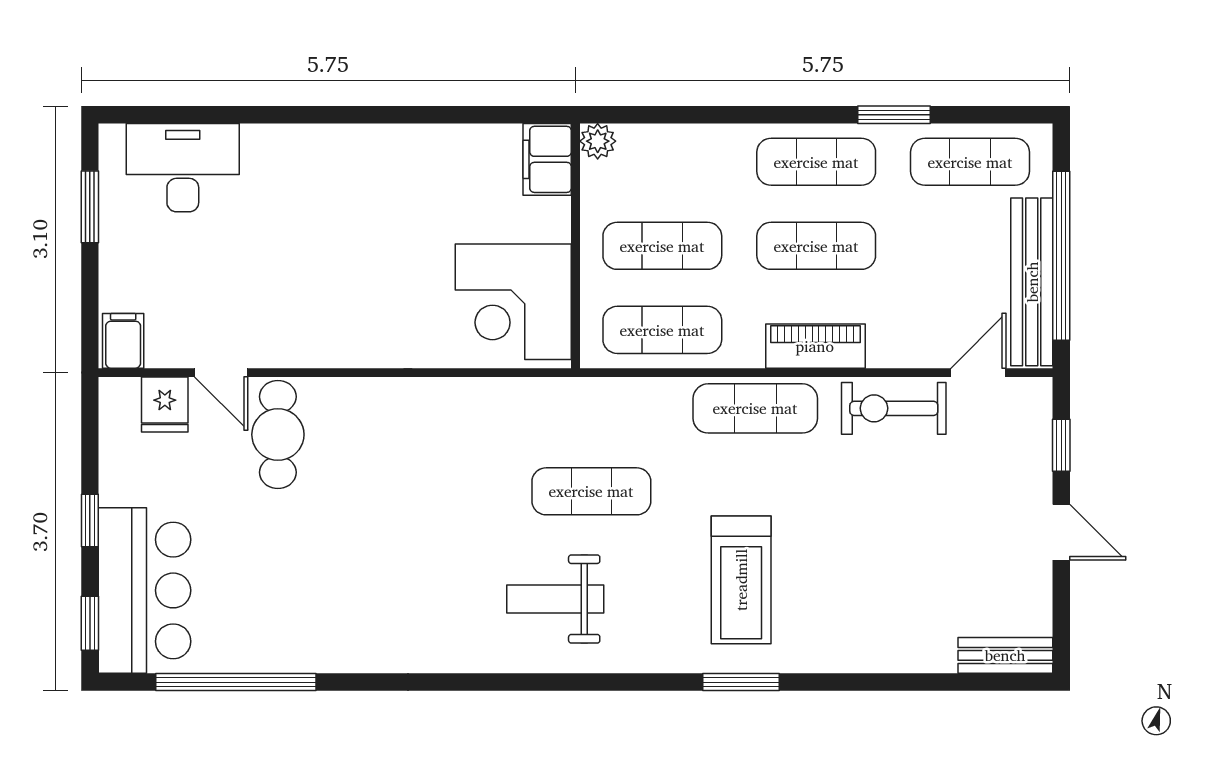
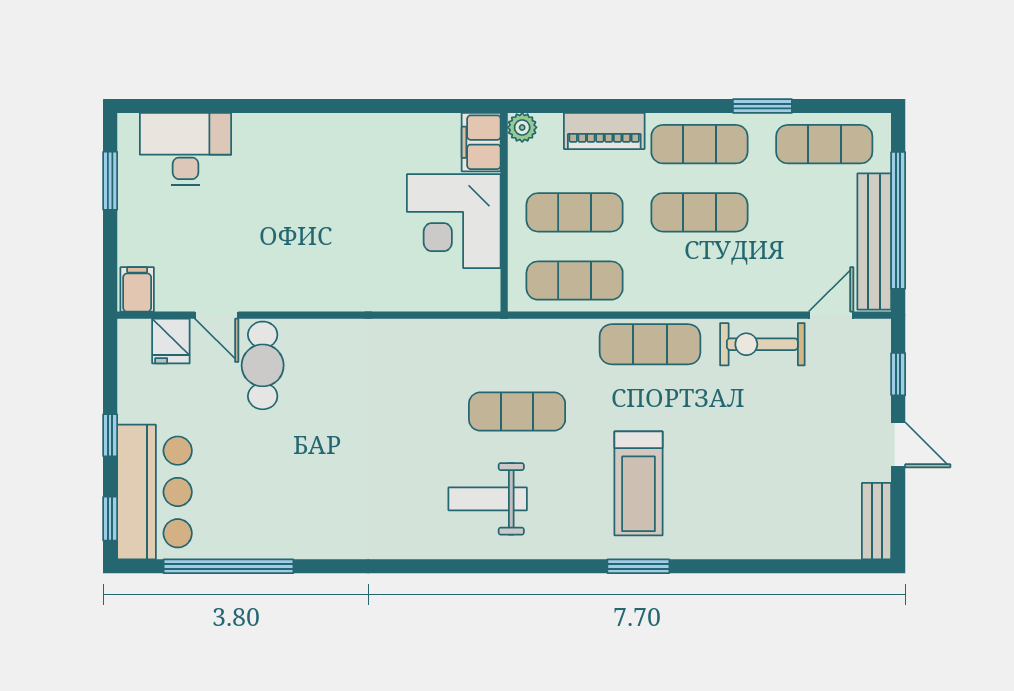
corner desk: (513, 302) -> (454, 221), moved
piano: (815, 346) -> (604, 131), moved, turned 180
bench: (1005, 655) -> (877, 521), moved, turned 90

